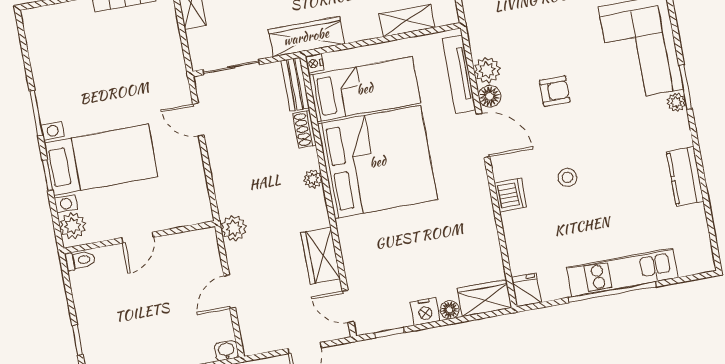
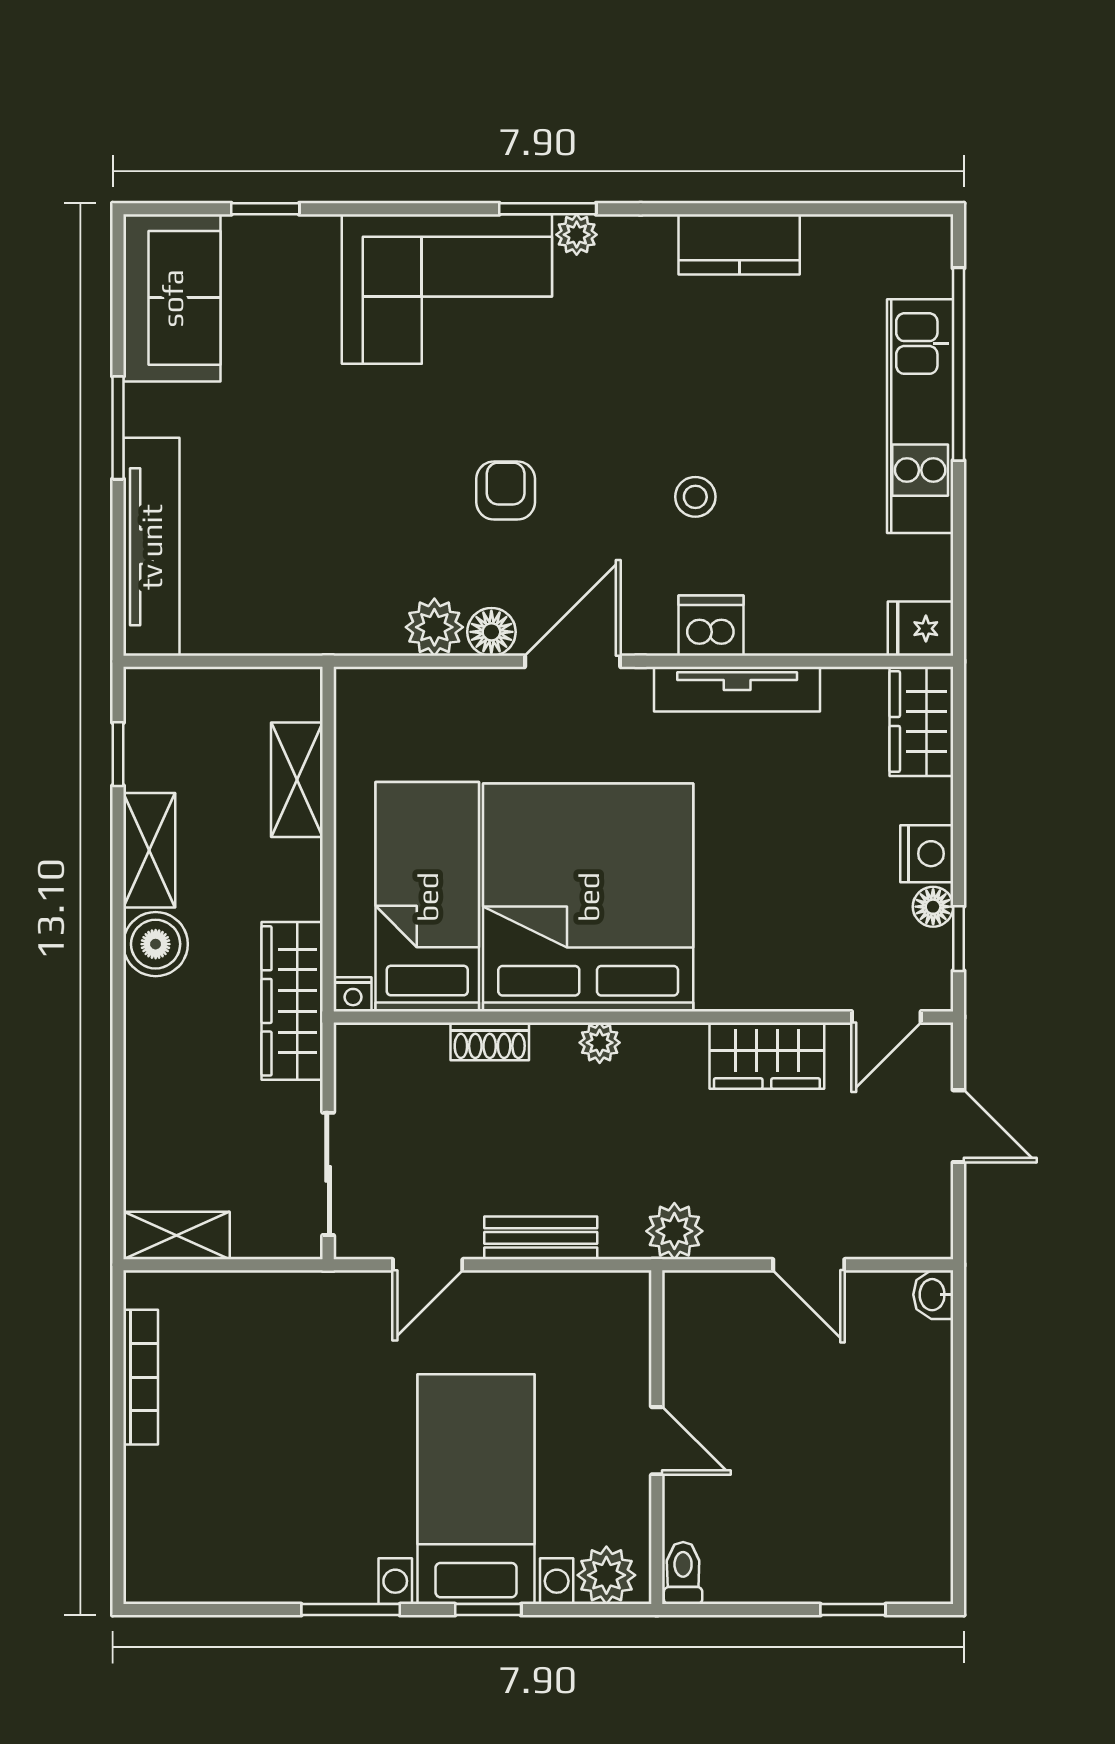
tv unit: (459, 74) -> (737, 689), moved
bench: (295, 84) -> (541, 1238), moved
window: (612, 292) -> (959, 364), moved
floor lamp: (450, 310) -> (933, 907), moved

